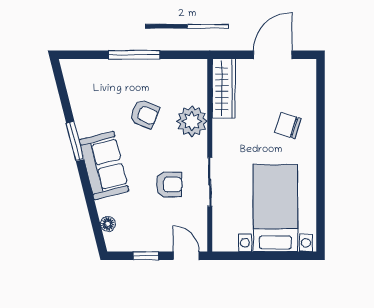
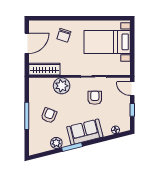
door: (273, 55) -> (27, 43), swing flipped
plant: (83, 111) -> (56, 143), added
armchair: (144, 114) -> (49, 115), moved
door: (186, 256) -> (132, 89), hinge flipped

